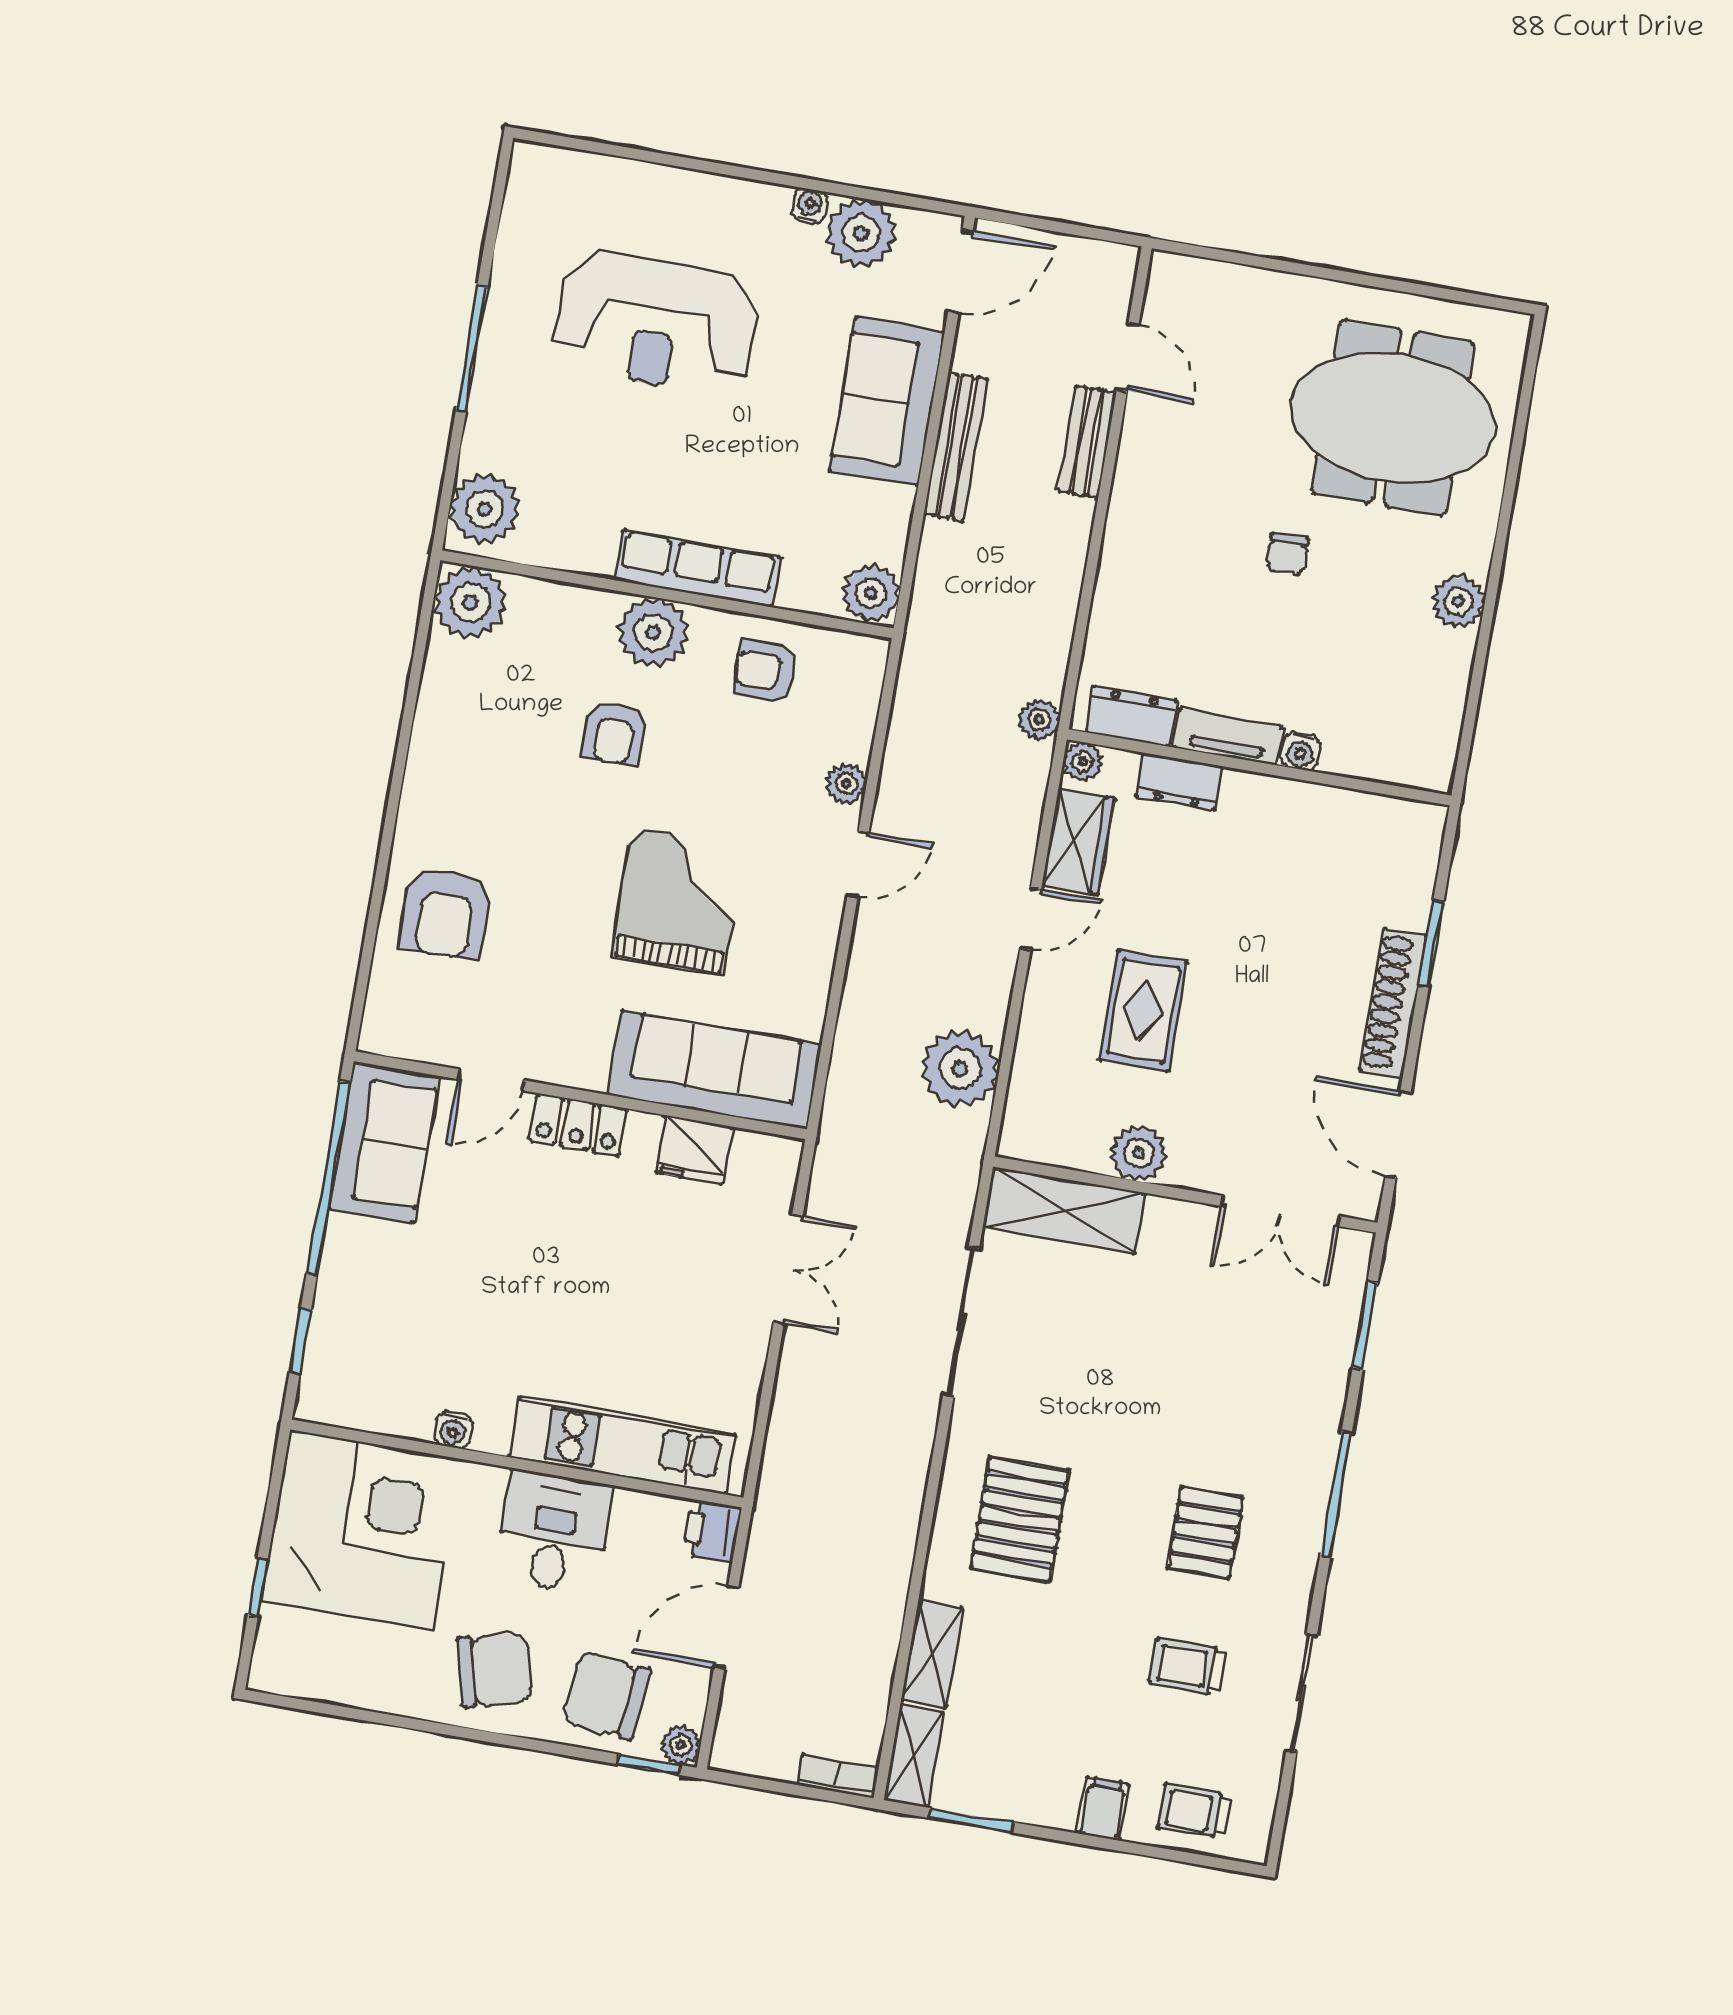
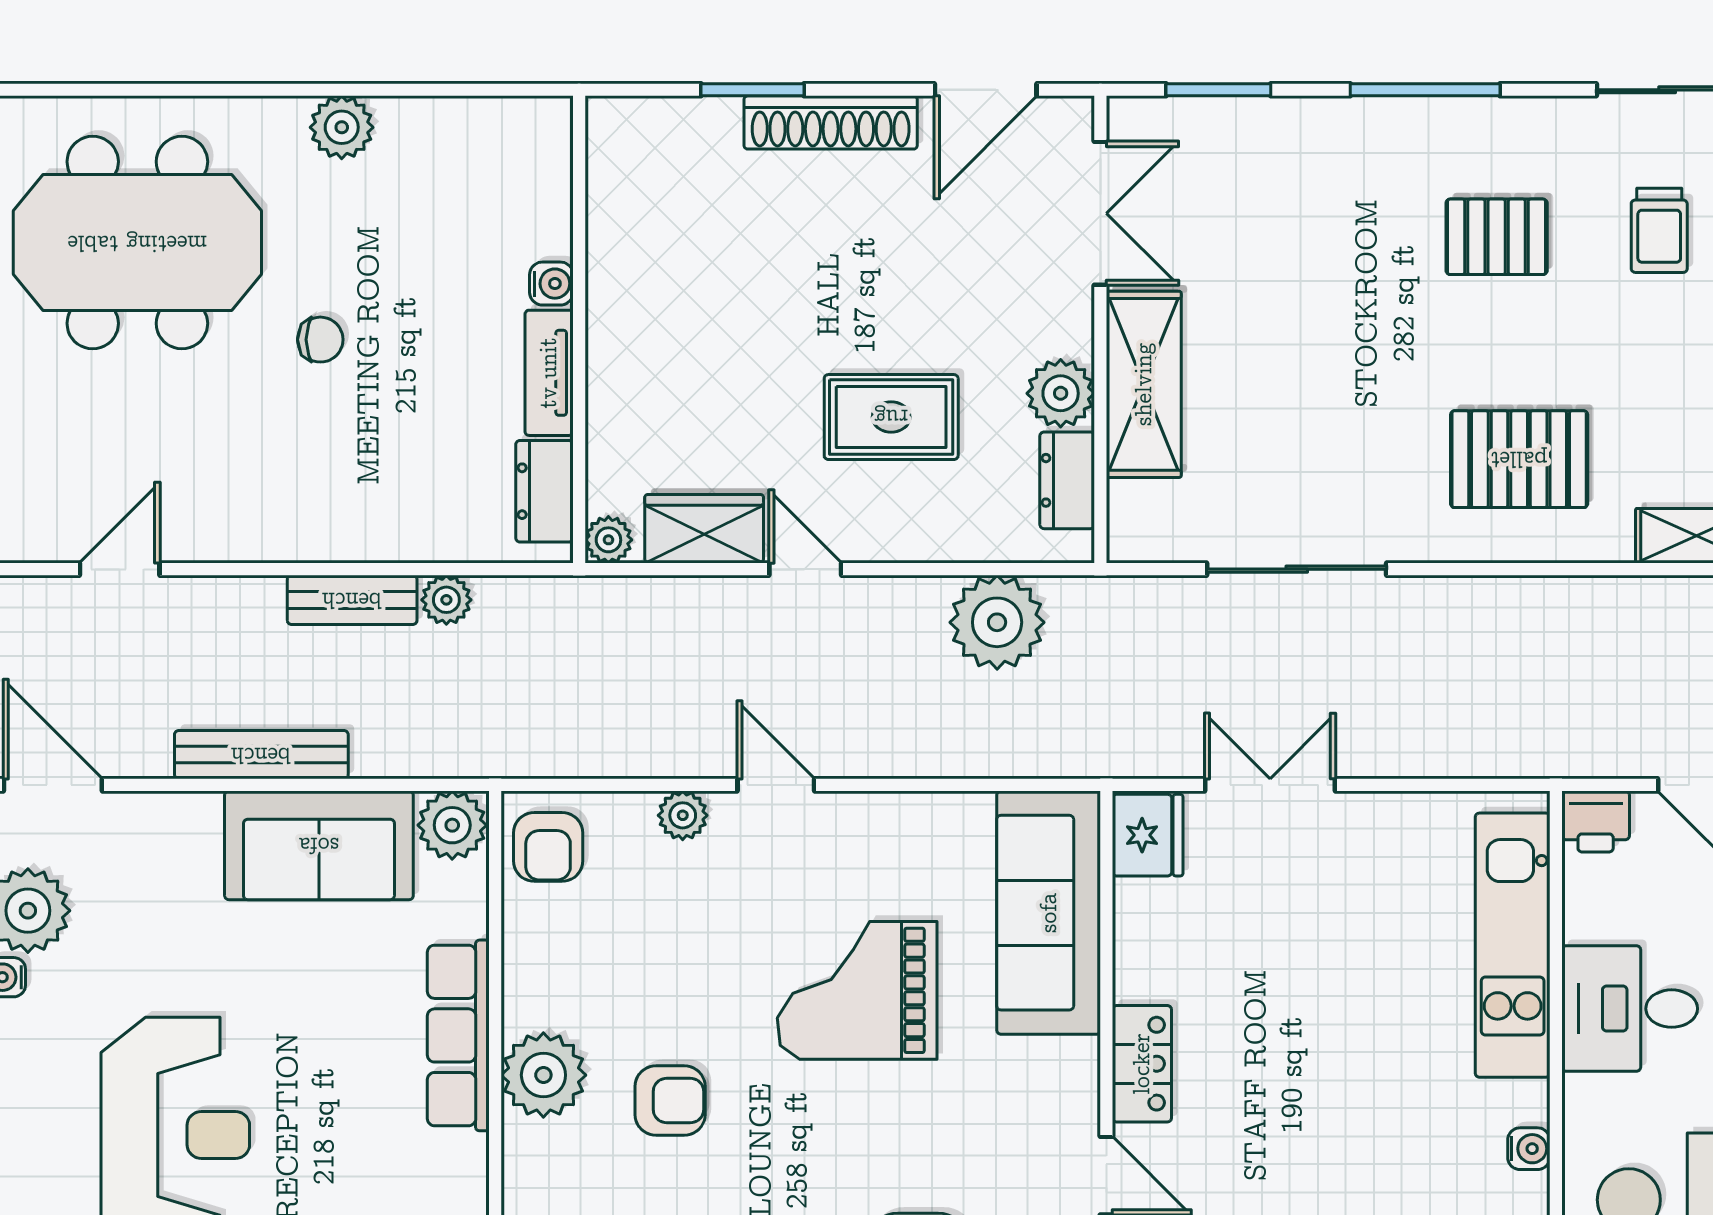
sofa: (887, 401) -> (319, 845), moved
meeting table: (1393, 418) -> (137, 243), turned 90
bench: (1087, 442) -> (352, 600), moved
armchair: (766, 671) -> (548, 847), moved
plant: (1039, 720) -> (446, 600), moved
dresser: (1179, 782) -> (1067, 480), moved, turned 180
fridge: (694, 1150) -> (1148, 835), moved
shelving: (1064, 1210) -> (1144, 384), moved

